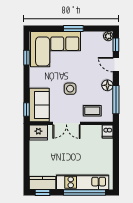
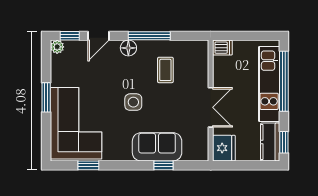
double door: (66, 123) -> (211, 107), moved
wall: (71, 123) -> (211, 101), moved
dishwasher: (108, 131) -> (222, 48), moved
fridge: (38, 132) -> (224, 148), moved

